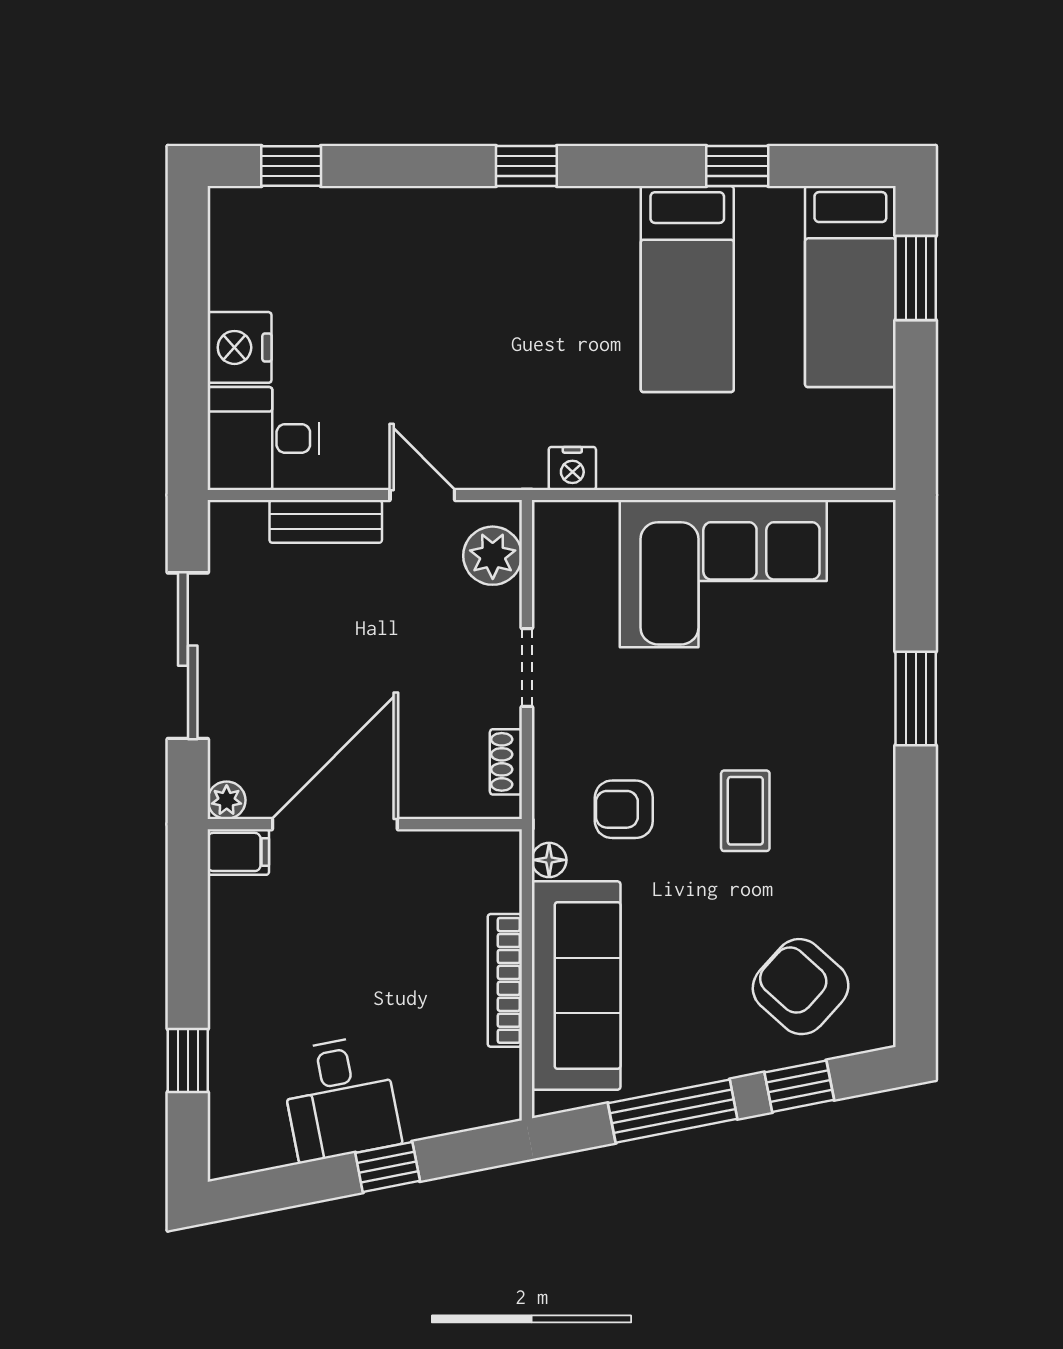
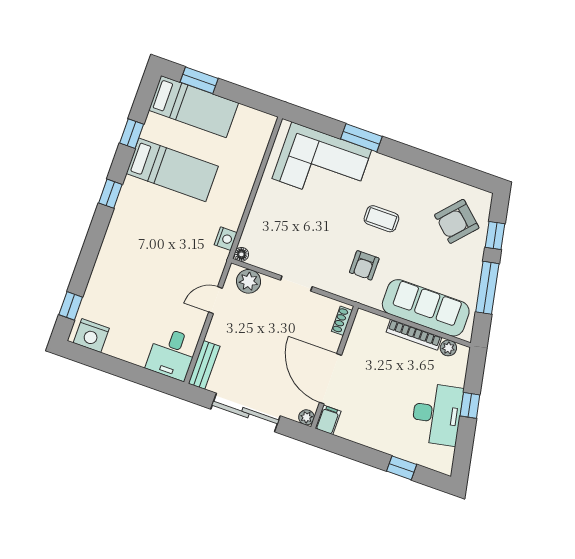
window: (526, 166) -> (110, 194), moved
nightstand: (240, 347) -> (91, 335), moved
bench: (326, 521) -> (204, 365), moved
corner sofa: (723, 574) -> (322, 164), moved, turned 90
shoe rack: (506, 762) -> (342, 321), moved, turned 90
floor lamp: (549, 860) -> (241, 254), moved
plant: (502, 1070) -> (448, 348), added
desk: (340, 1098) -> (437, 414), width x1.37

